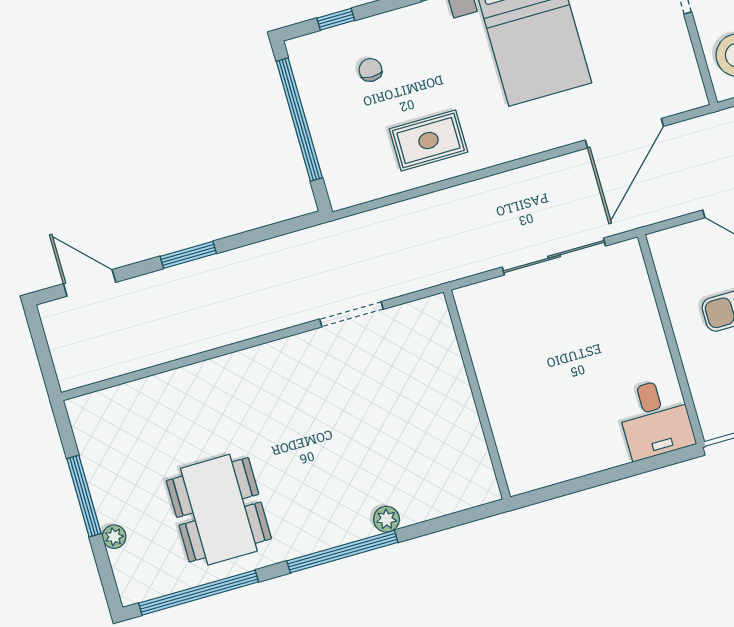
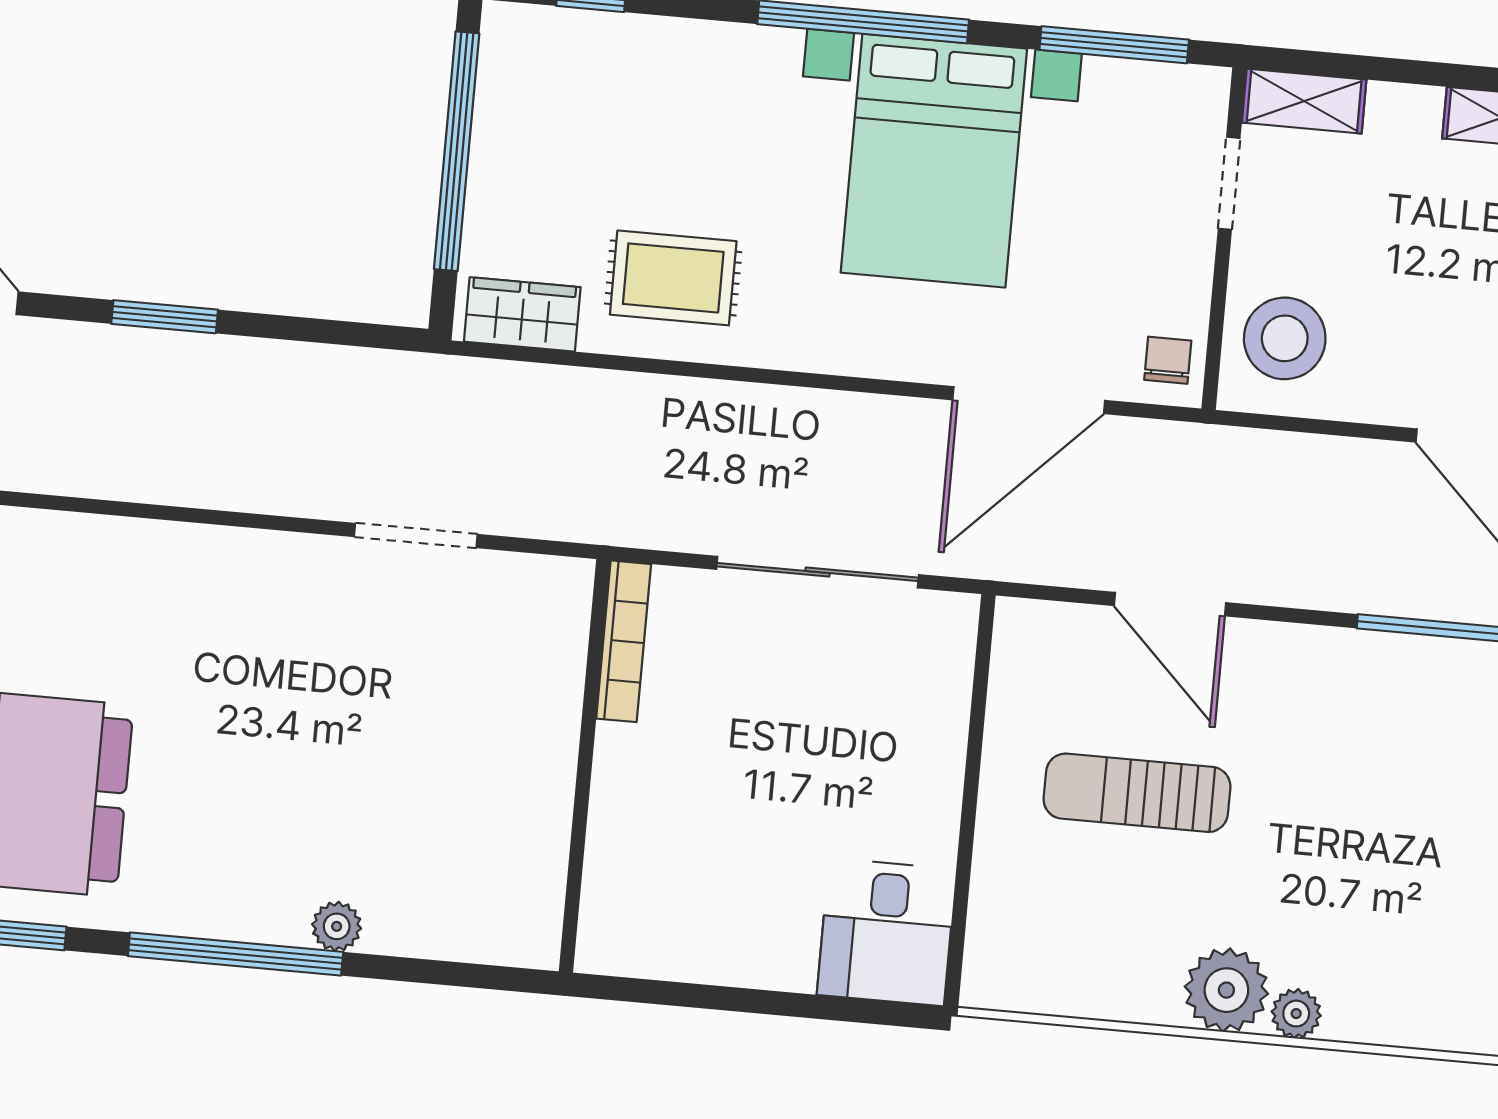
chair: (370, 70) -> (1168, 360), moved
wardrobe: (362, 187) -> (522, 314), added
bookcase: (473, 327) -> (624, 641), added

